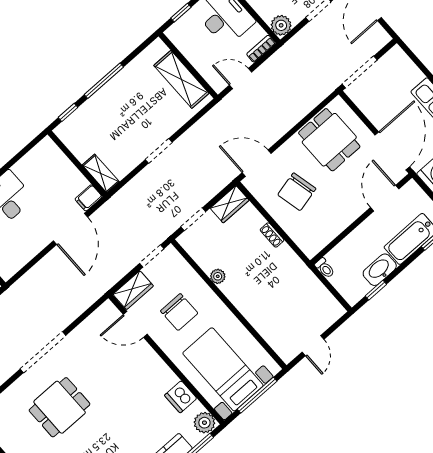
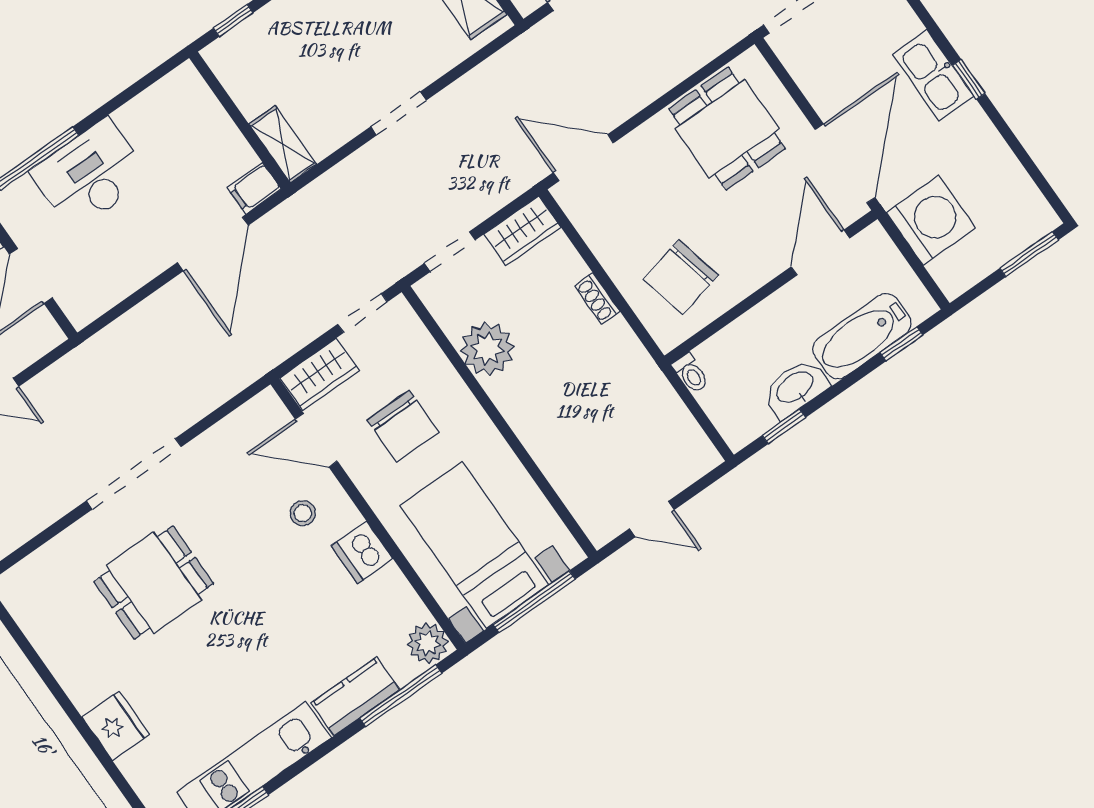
chair: (297, 192) -> (681, 277), moved
plant: (218, 276) -> (487, 349), width x1.87, depth x1.87
door: (313, 346) -> (652, 519), hinge flipped
stool: (132, 363) -> (303, 513), added
dishwasher: (181, 397) -> (362, 552), moved

